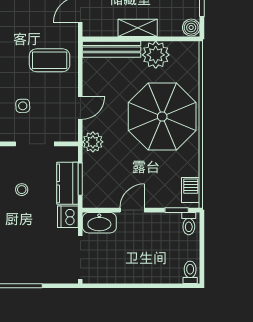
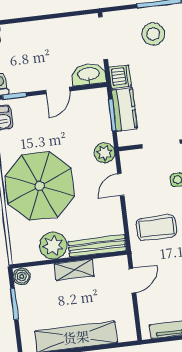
stool: (22, 190) -> (153, 34), moved, width x1.89, depth x1.89

